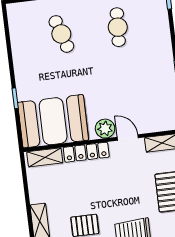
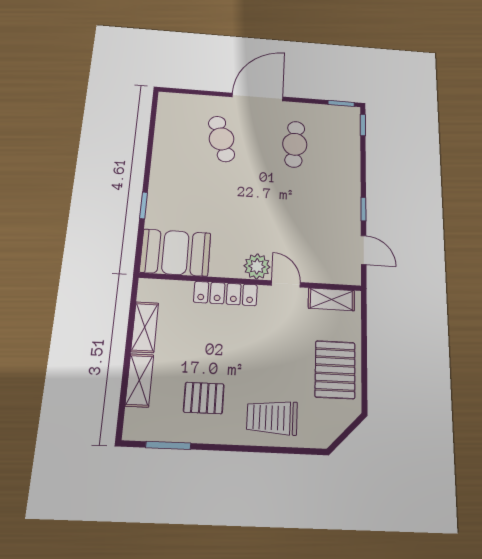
booth: (53, 121) -> (175, 253), width x0.73, depth x0.70
shelving: (45, 157) -> (145, 327), moved, turned 90

